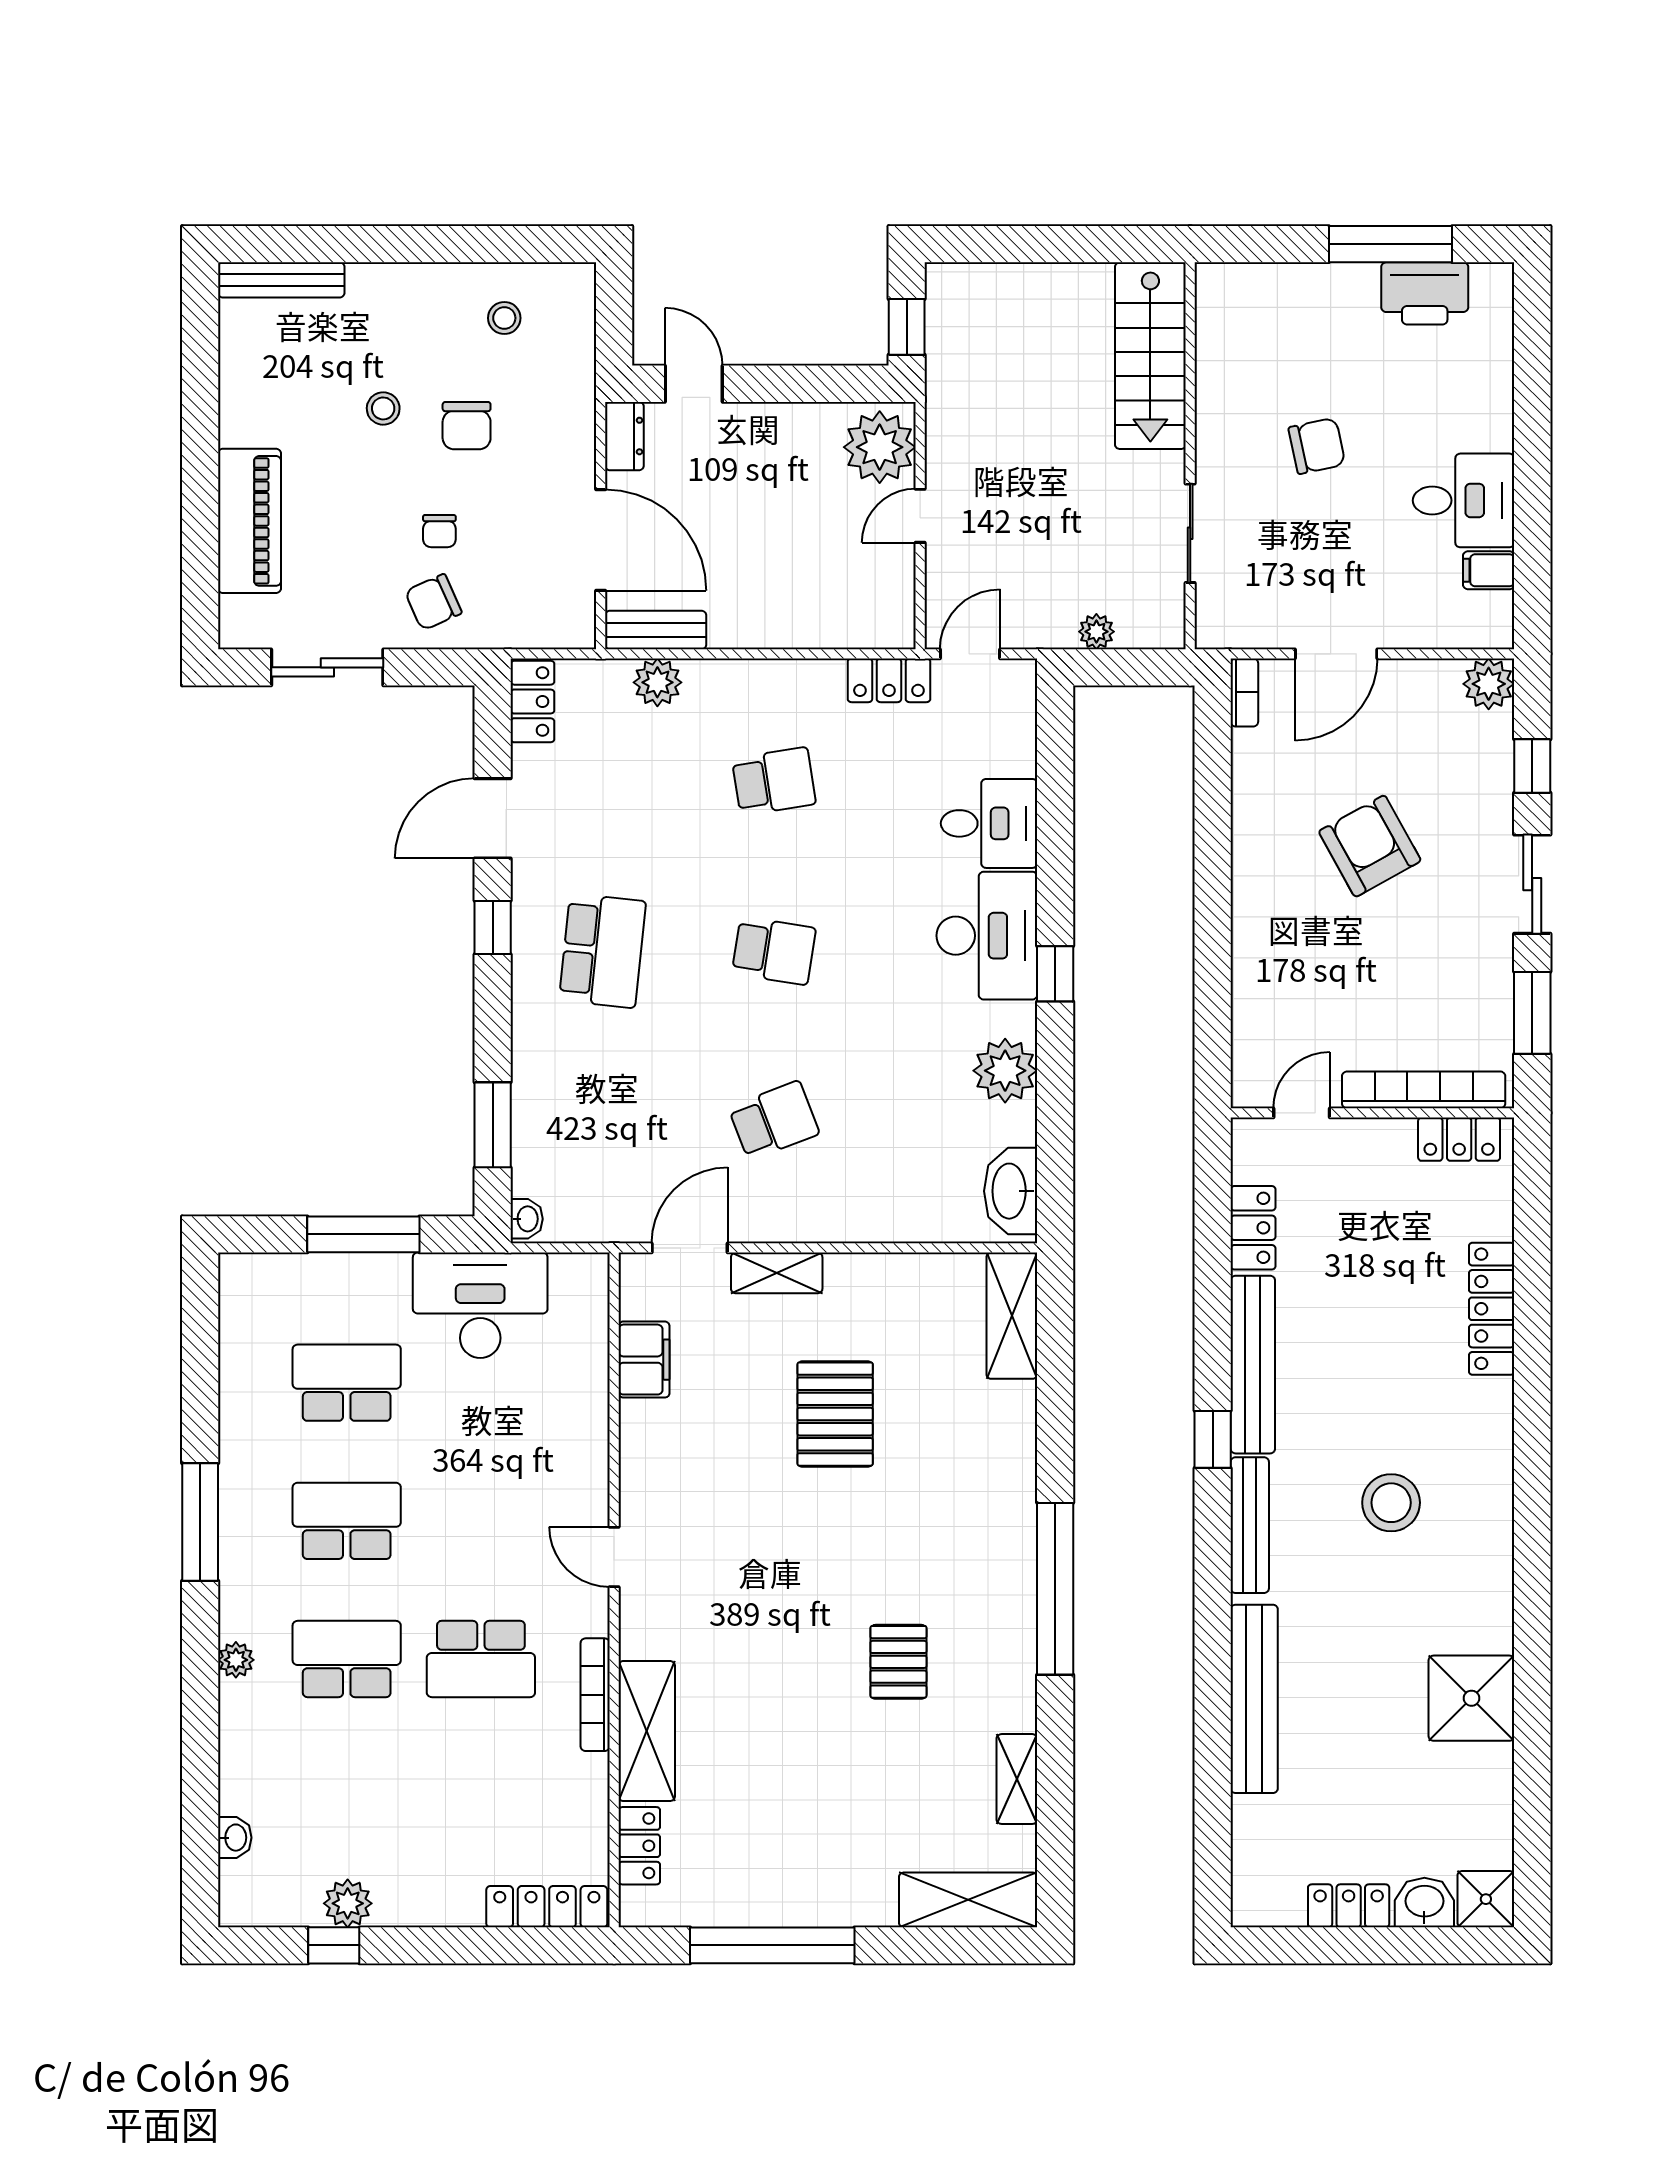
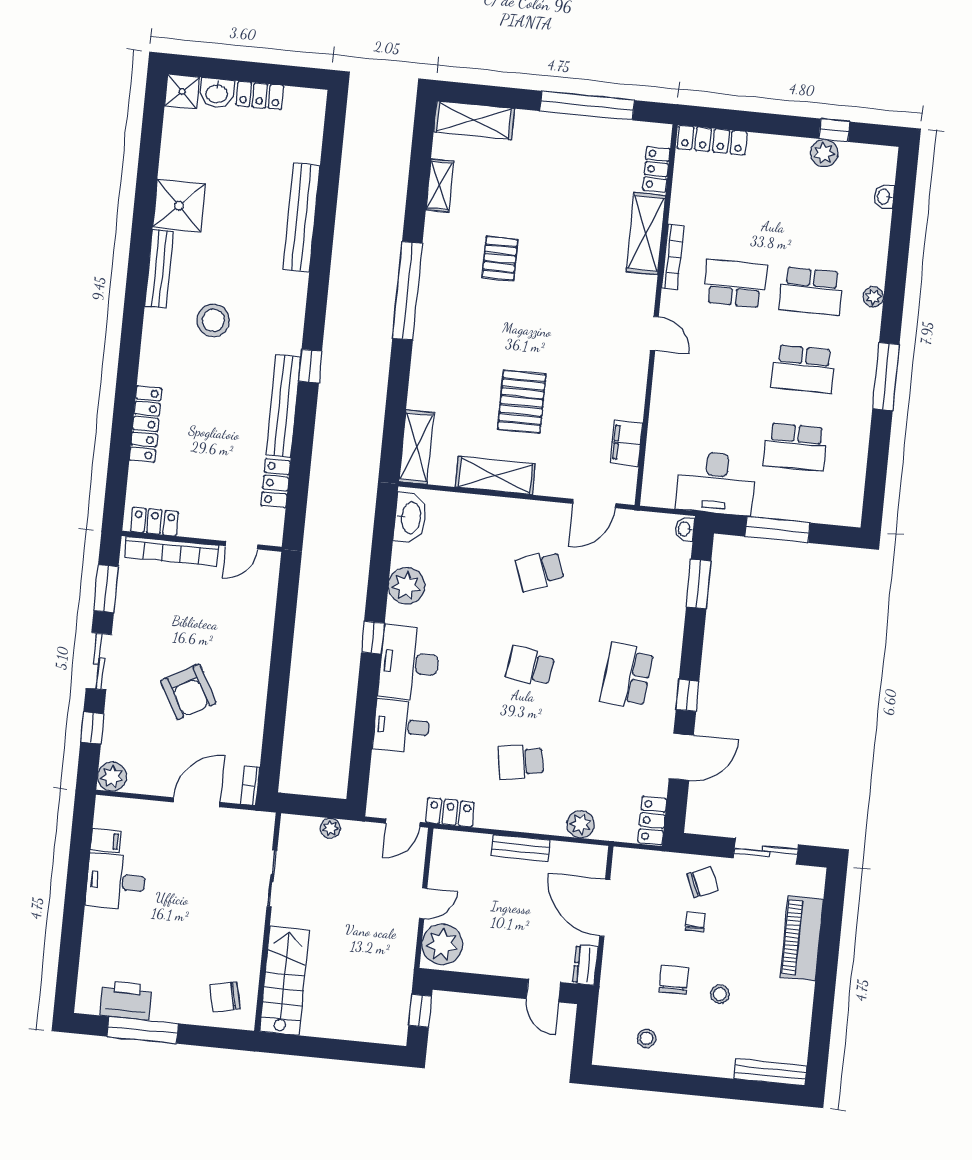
chair: (1317, 446) -> (225, 997), moved
bench: (656, 630) -> (520, 848), moved
shelving: (777, 1273) -> (495, 476), moved, width x1.50, depth x1.33
bench: (1250, 1525) -> (159, 269), moved

